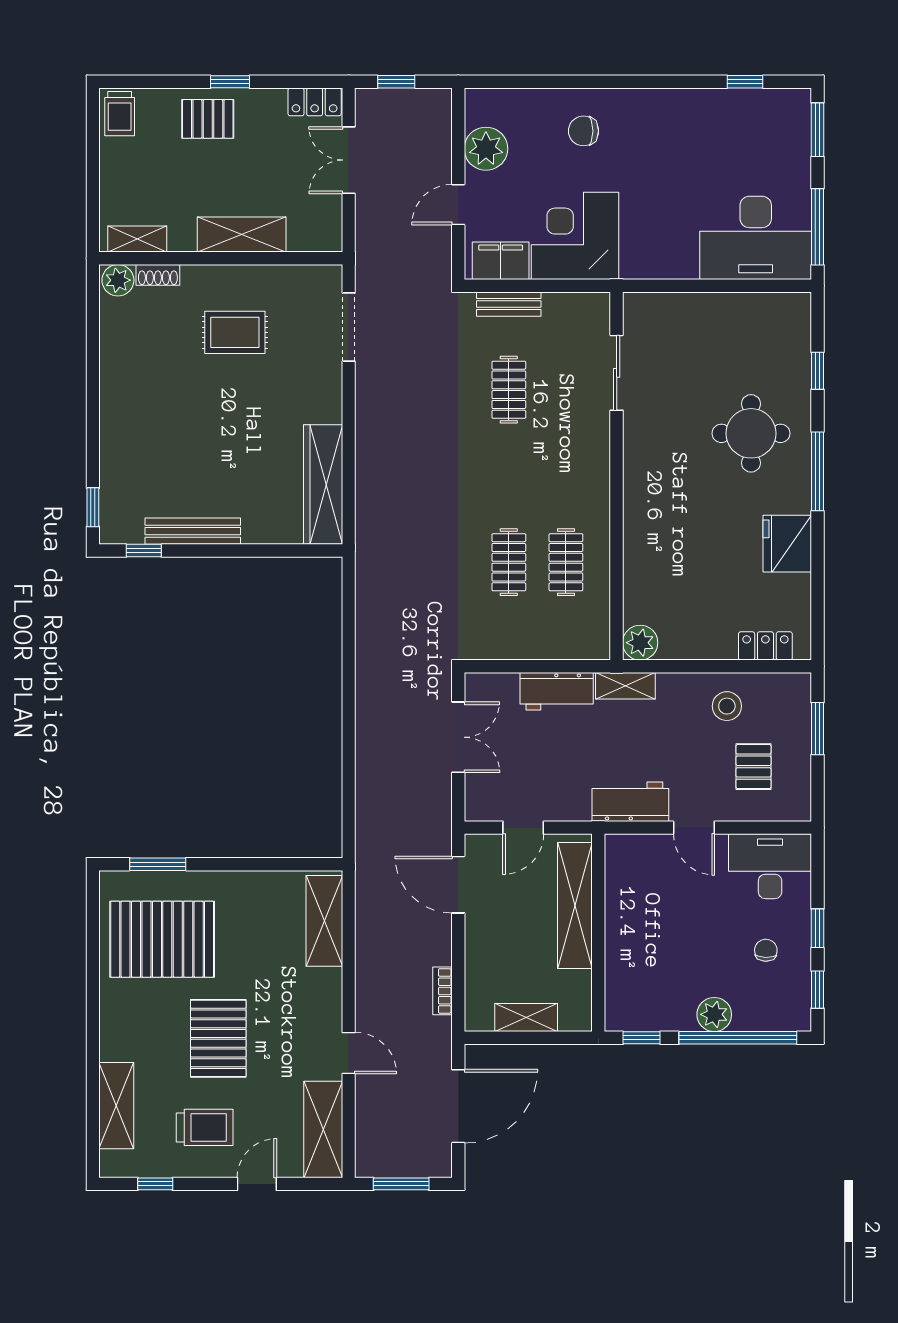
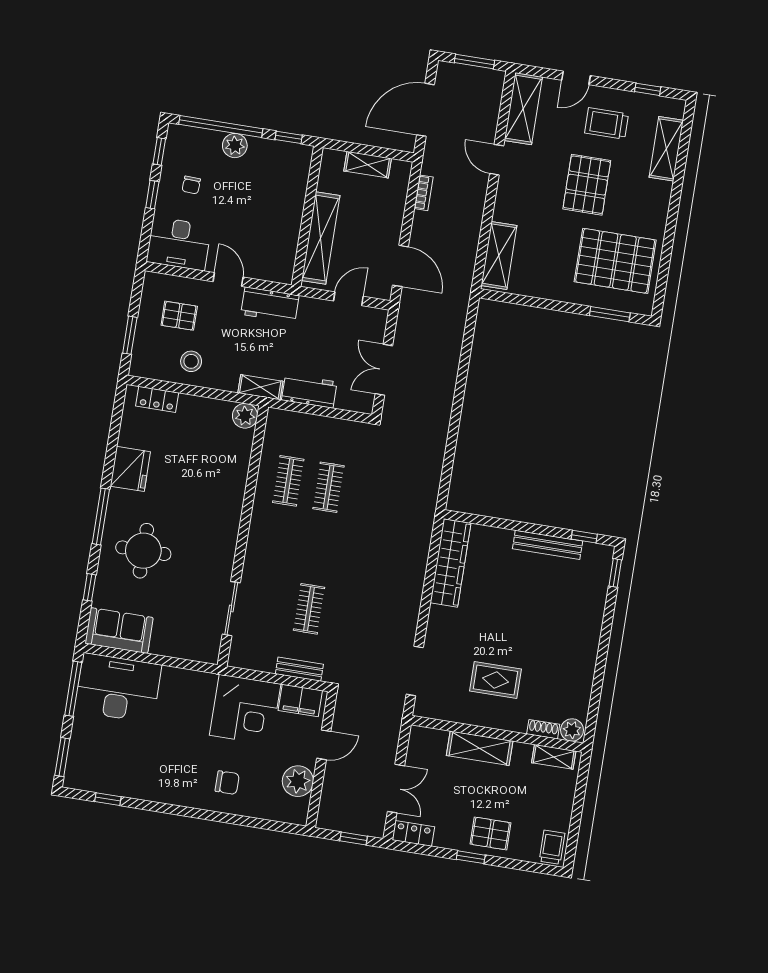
sofa: (767, 317) -> (119, 631), added
pallet: (753, 767) -> (179, 316), turned 90

